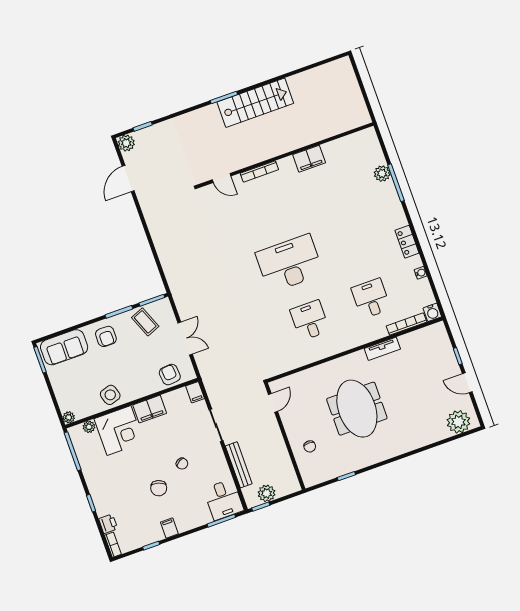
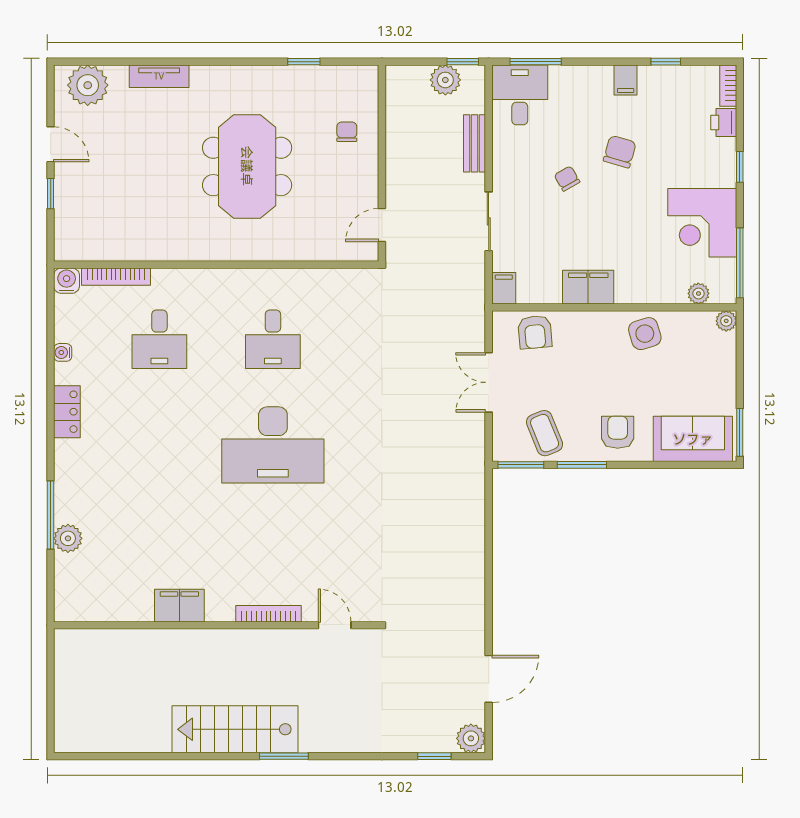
tv unit: (382, 349) -> (159, 76), moved, turned 180
corner desk: (119, 431) -> (702, 223), moved, turned -90
bench: (239, 465) -> (474, 143), width x0.73

